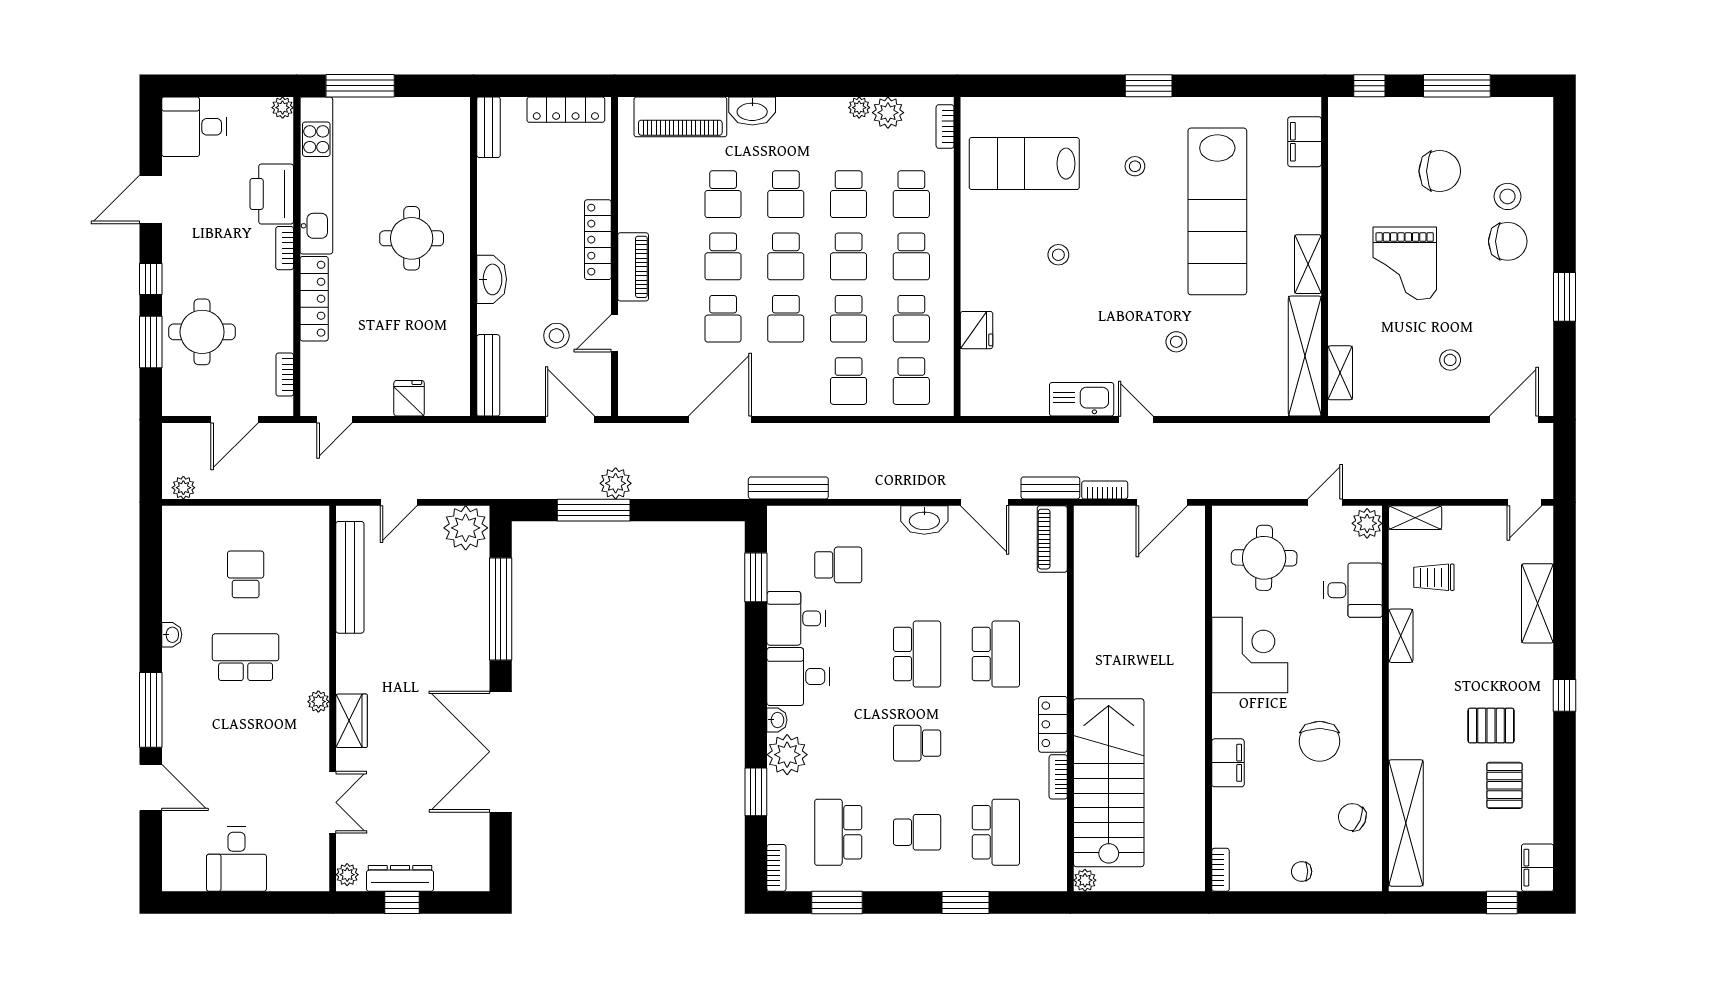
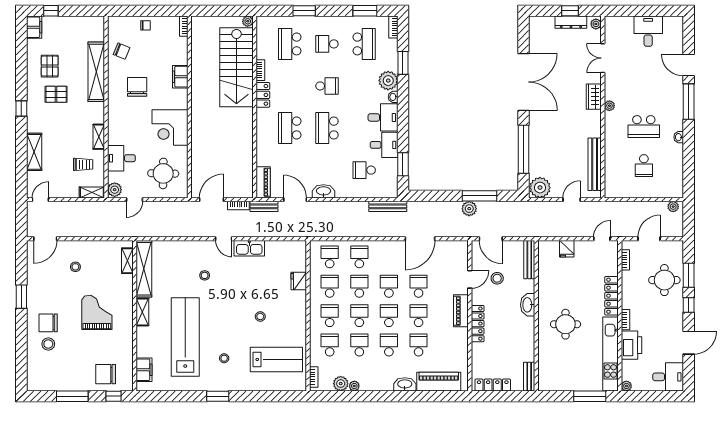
chair: (1440, 171) -> (106, 374), moved
shelving: (1406, 823) -> (96, 72), moved

